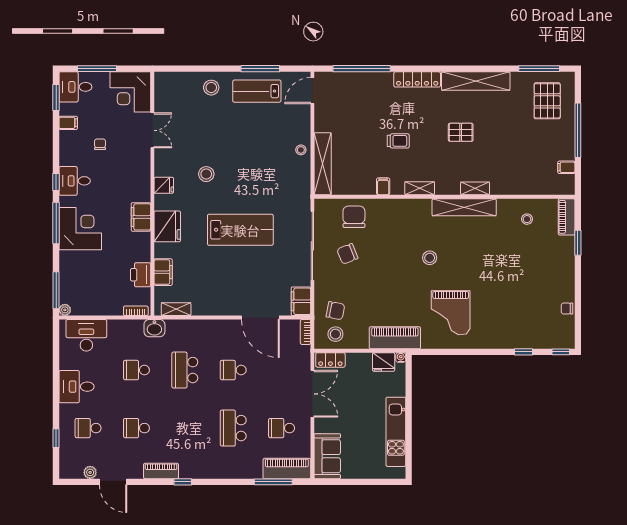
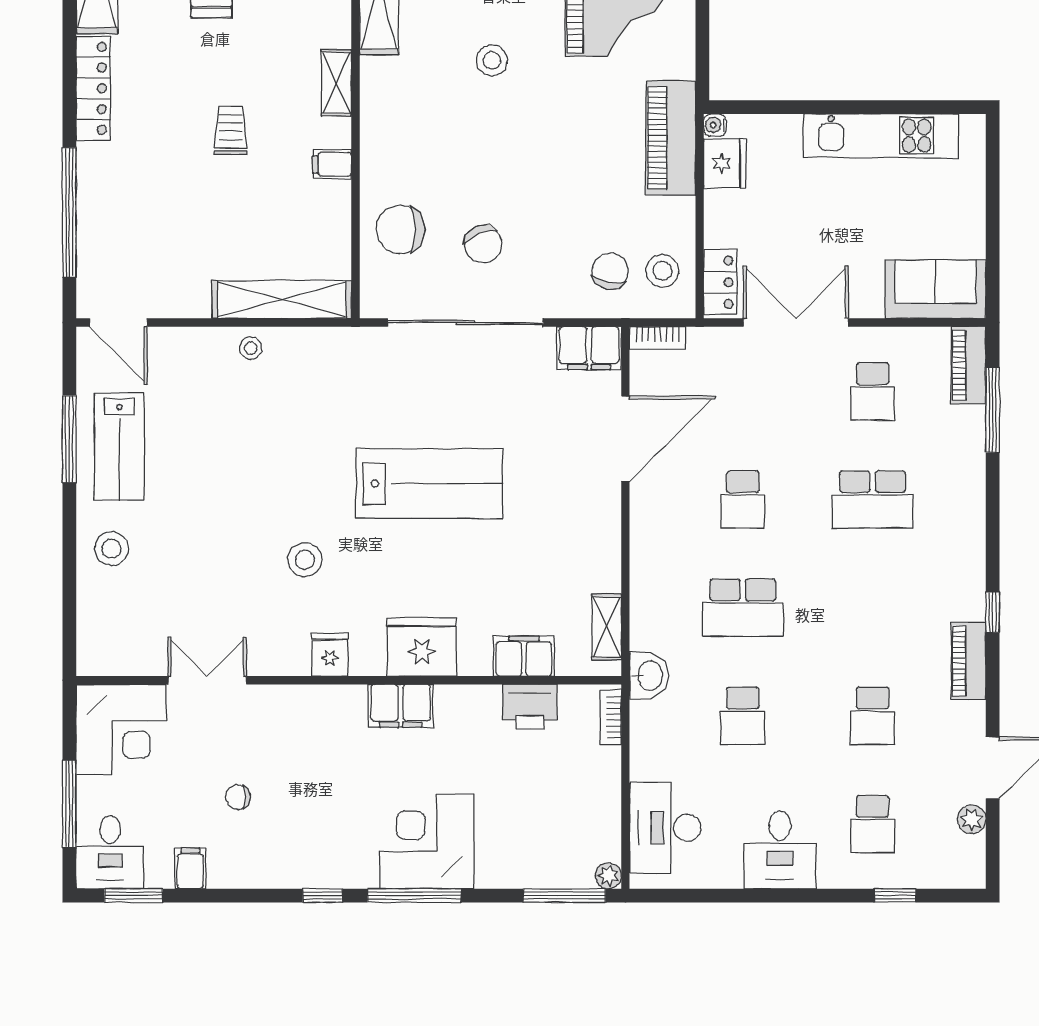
desk: (75, 181) -> (320, 854), removed
lab bench: (240, 230) -> (429, 484), turned 90
piano: (287, 468) -> (969, 365), width x0.73, depth x0.75

